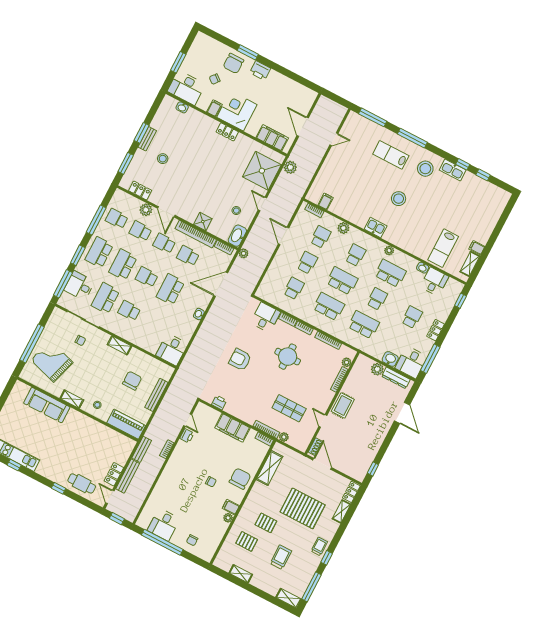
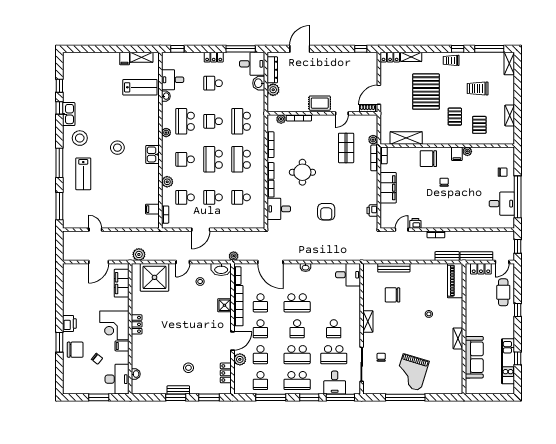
shelving: (72, 399) -> (458, 338), moved
sofa: (47, 405) -> (474, 357), moved
wall: (78, 409) -> (464, 329), moved
piano: (126, 424) -> (455, 281), moved

